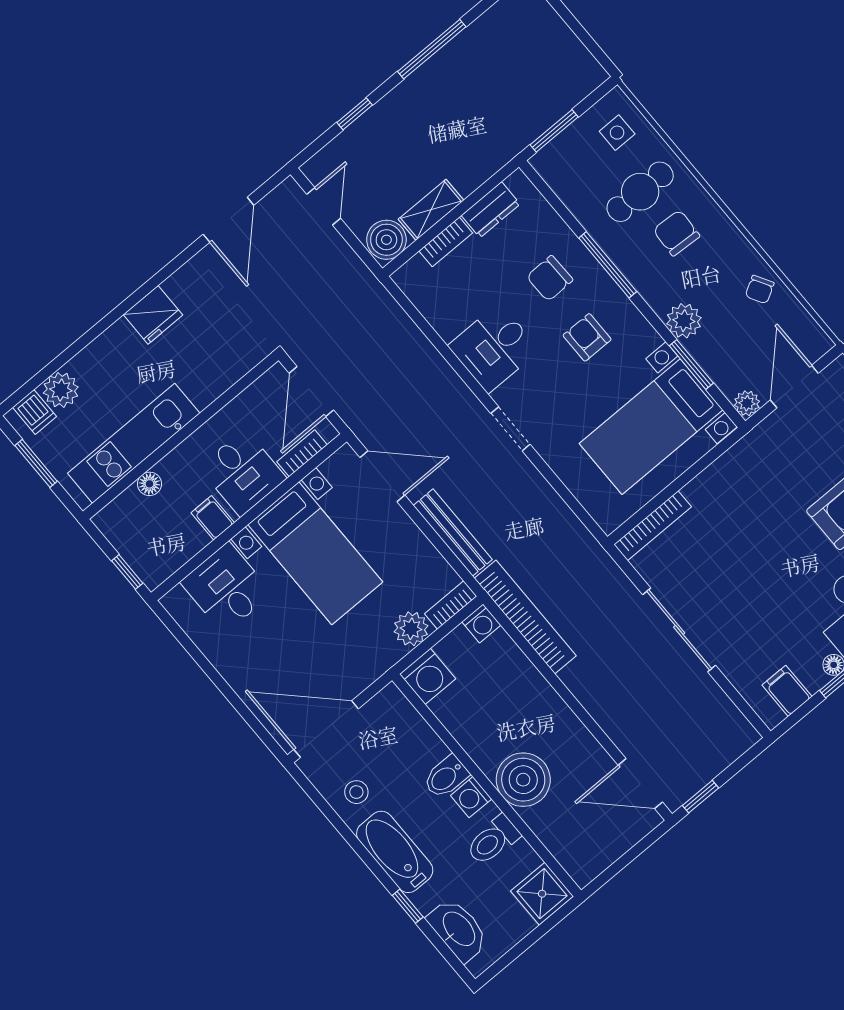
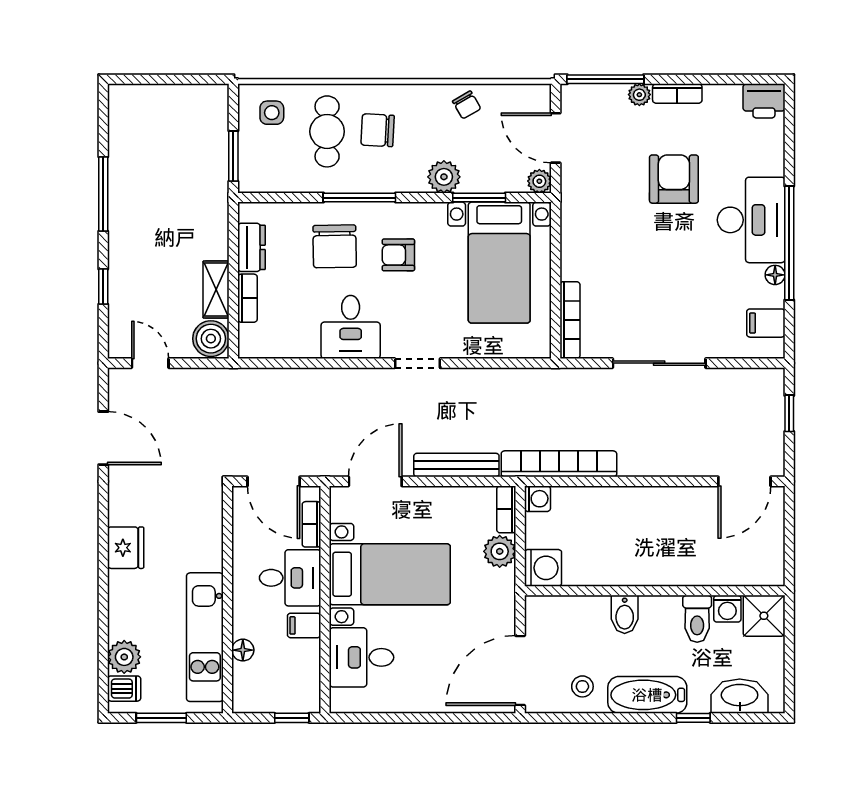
chair: (550, 278) -> (335, 246), width x1.37, depth x1.37
boiler: (523, 780) -> (672, 562), removed
washing machine: (471, 797) -> (727, 609), moved
window: (700, 797) -> (789, 413), moved

